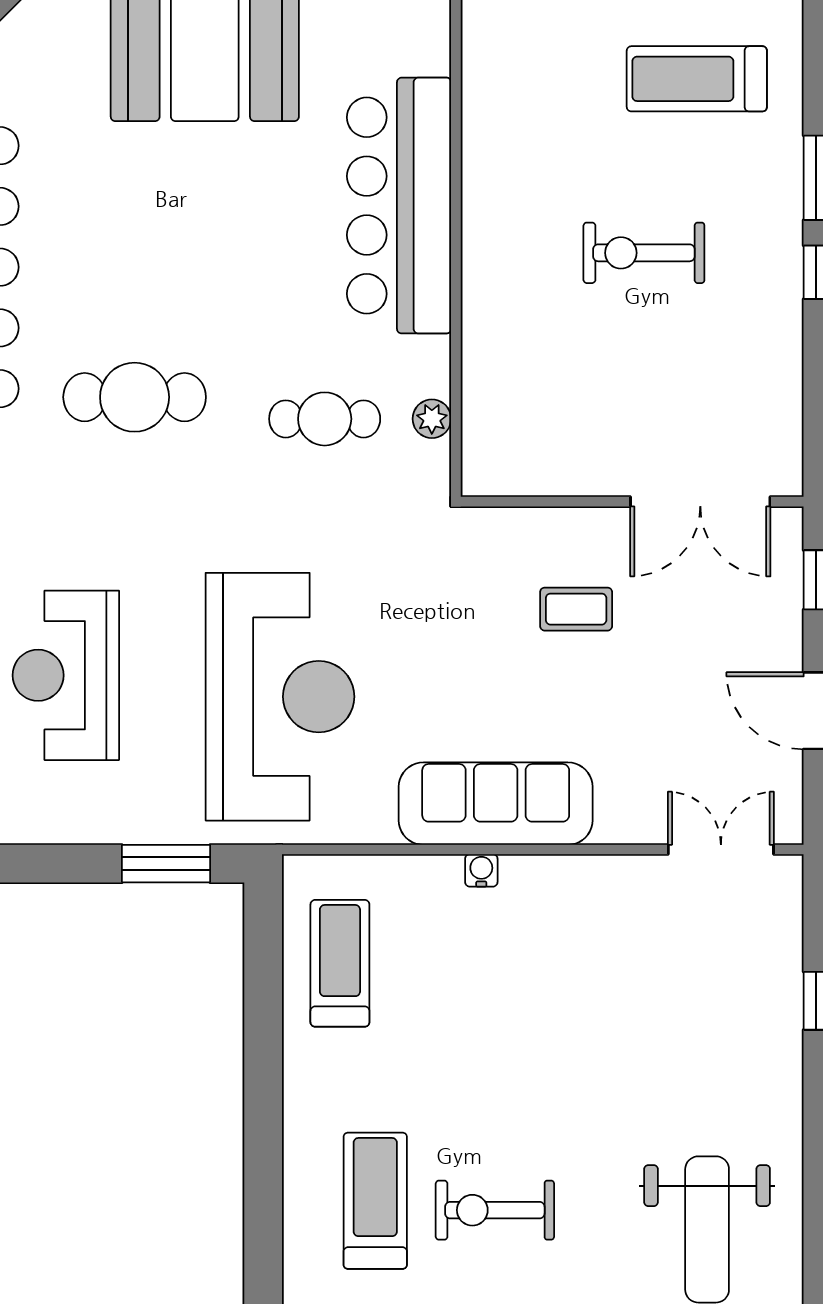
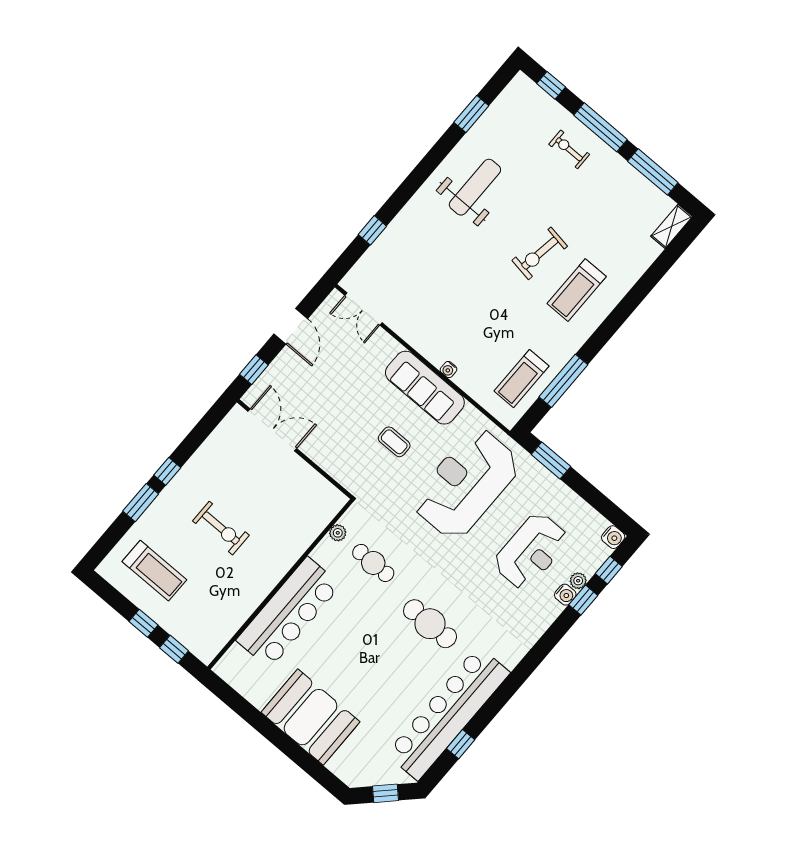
coffee table: (576, 609) -> (394, 442), moved
window: (263, 1022) -> (563, 381), added
exercise bike: (495, 1210) -> (540, 253), turned 99

